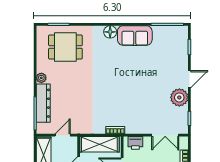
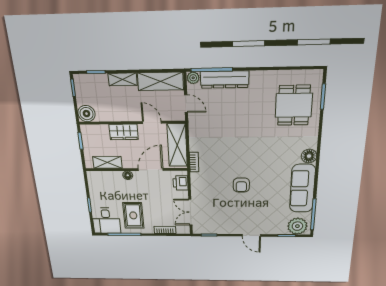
sofa: (135, 36) -> (302, 188), width x1.36
plant: (41, 78) -> (193, 78), moved
armchair: (138, 89) -> (241, 185), added
plant: (179, 97) -> (297, 226), moved

